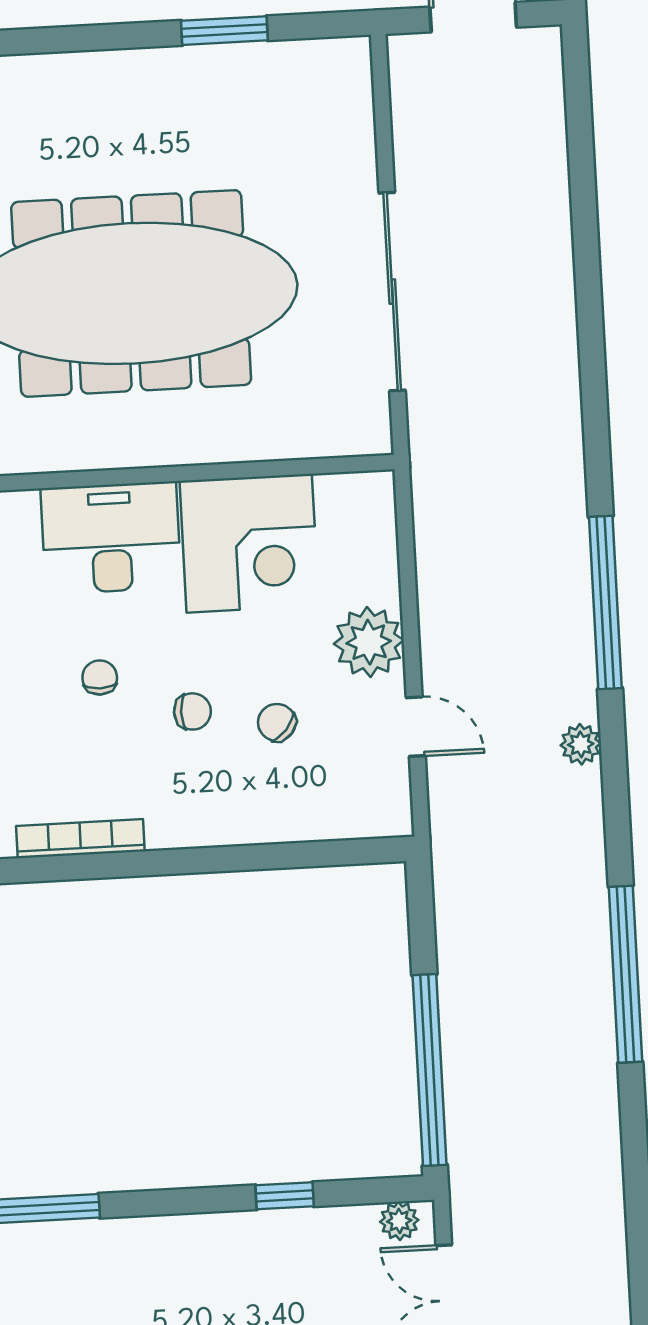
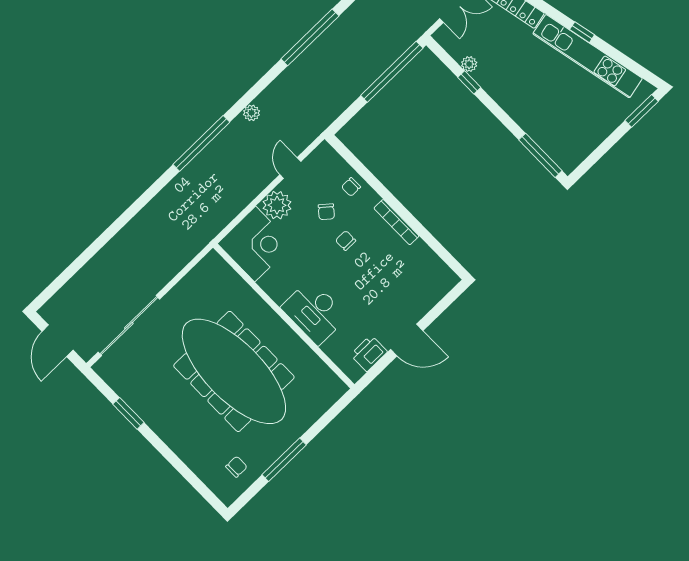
sliding door: (392, 292) -> (129, 326), moved
corner desk: (249, 543) -> (255, 244), moved, turned 90
chair: (100, 677) -> (351, 187), moved
bookcase: (80, 839) -> (396, 222), moved
plant: (399, 1221) -> (469, 64), moved

